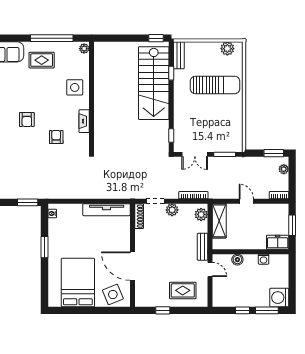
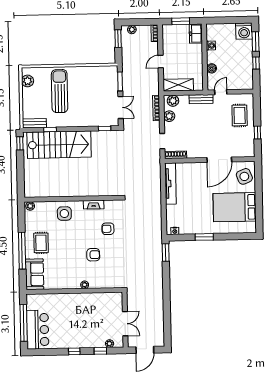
window: (52, 38) -> (22, 251), moved
plant: (172, 210) -> (169, 116), moved

